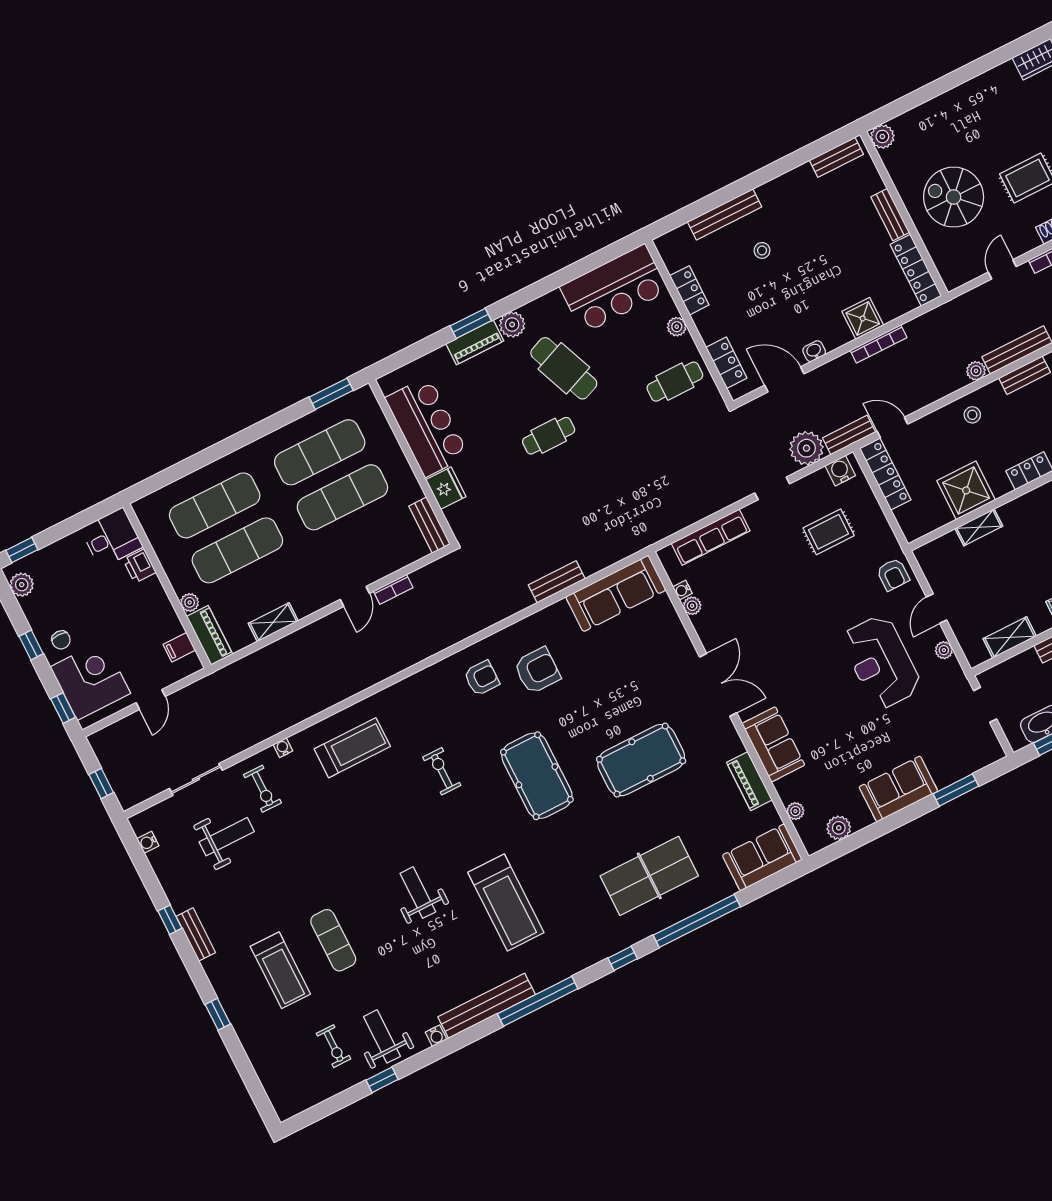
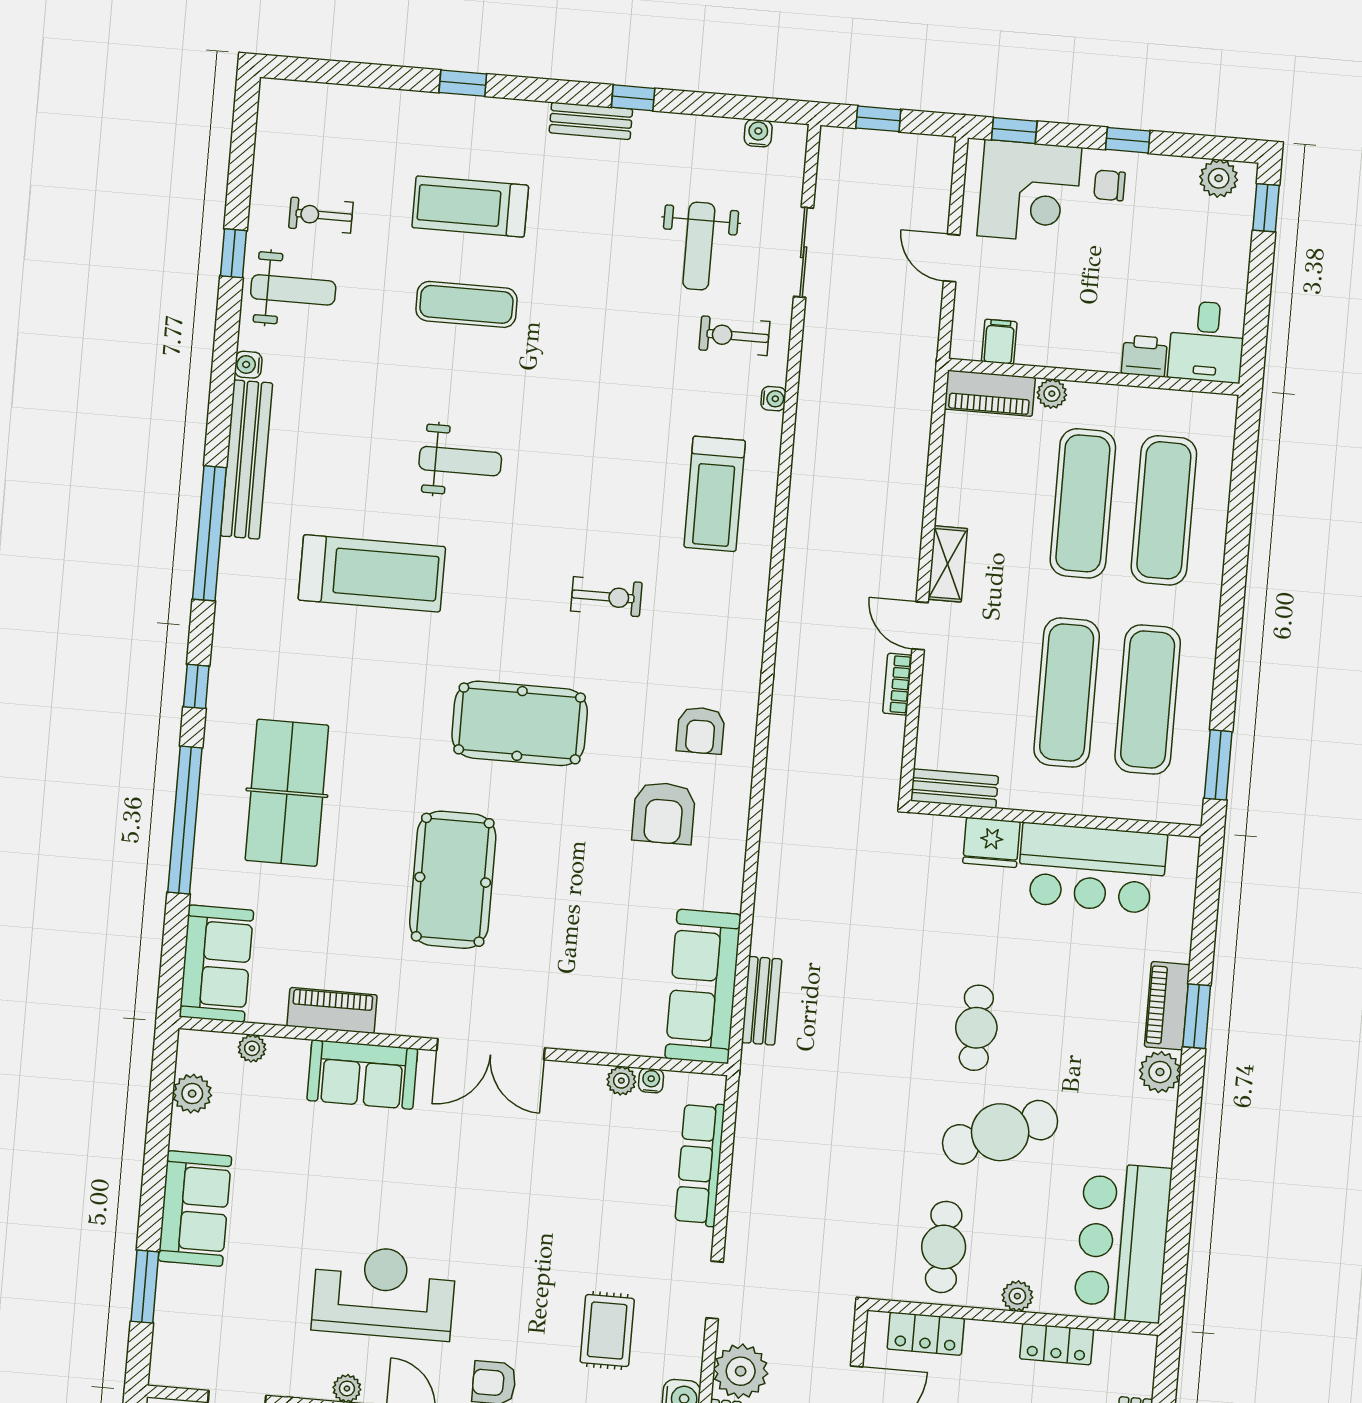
cafe table: (564, 368) -> (1000, 1132), moved
bench: (557, 582) -> (762, 1001), moved
shelving: (273, 622) -> (948, 564), moved
treadmill: (506, 903) -> (372, 573), turned 180

